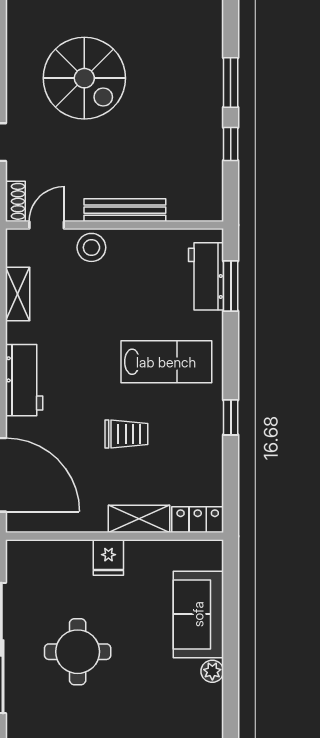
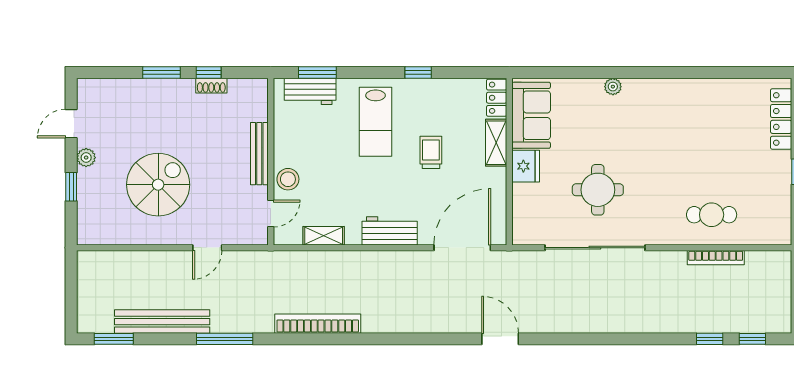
shoe rack: (15, 201) -> (211, 86), moved, turned 180
door: (47, 225) -> (271, 214), swing flipped
lab bench: (166, 362) -> (376, 122), turned 180
fridge: (108, 557) -> (526, 166), width x1.38
sofa: (198, 614) -> (531, 115), moved, turned -90

